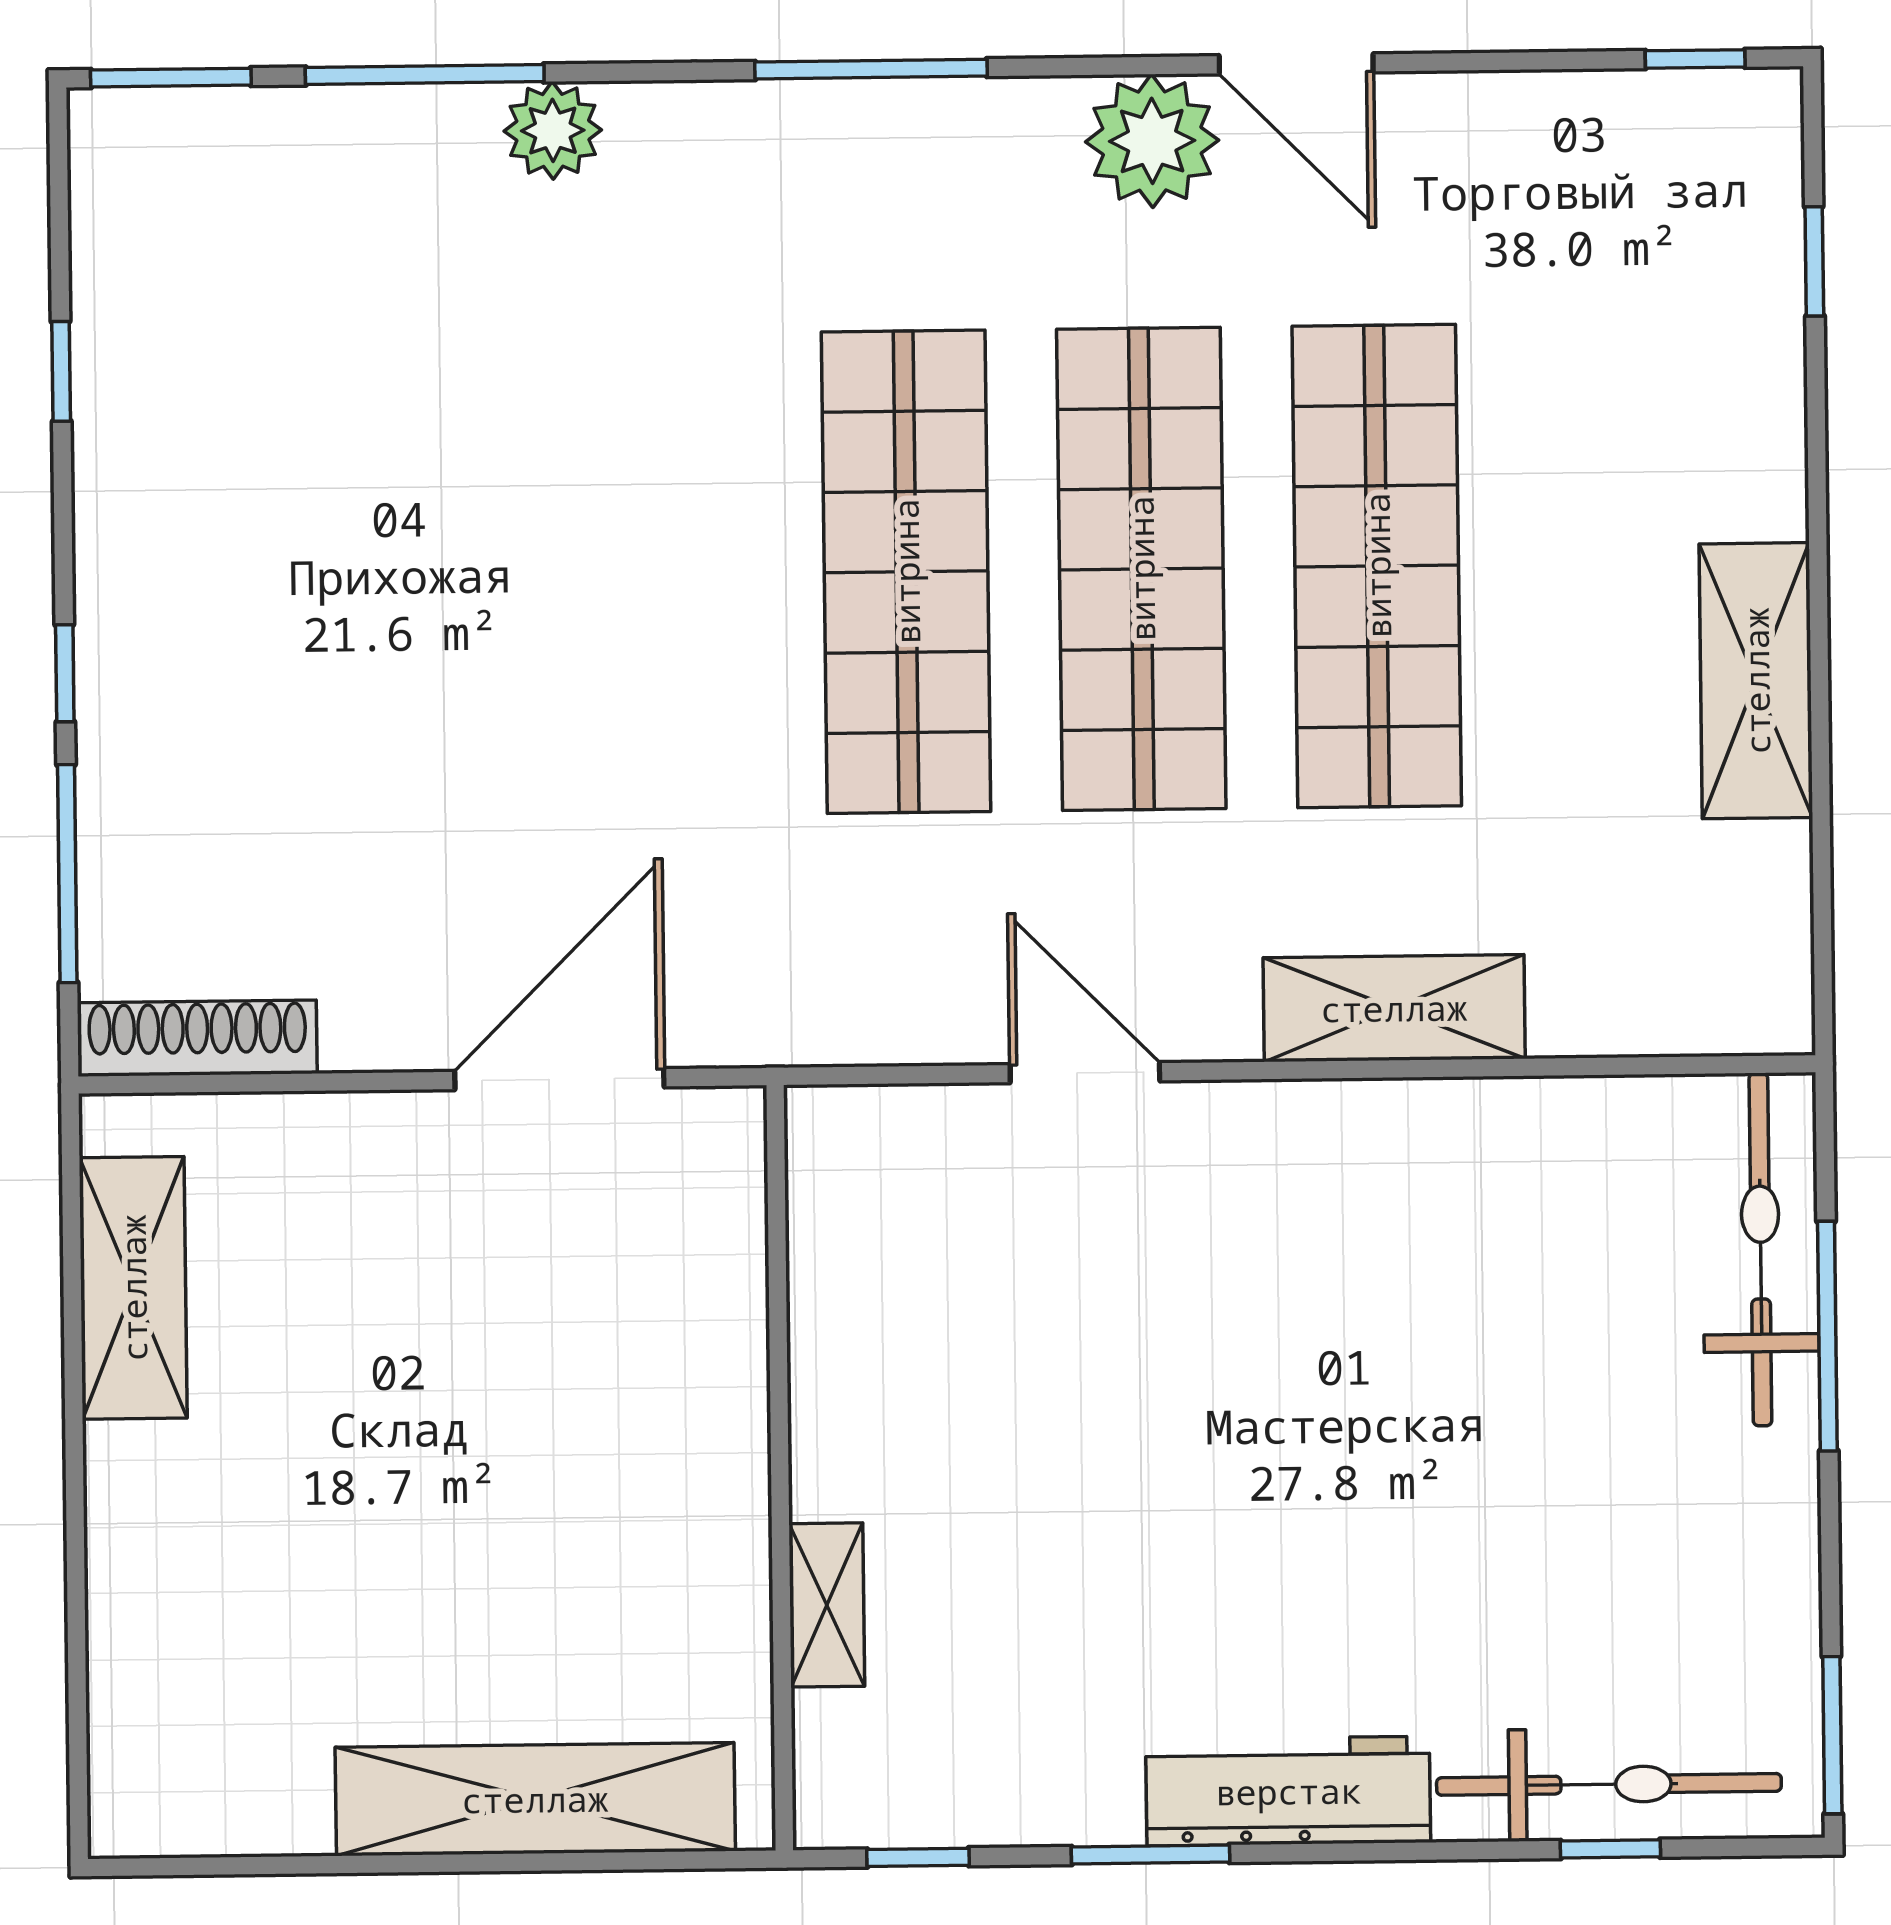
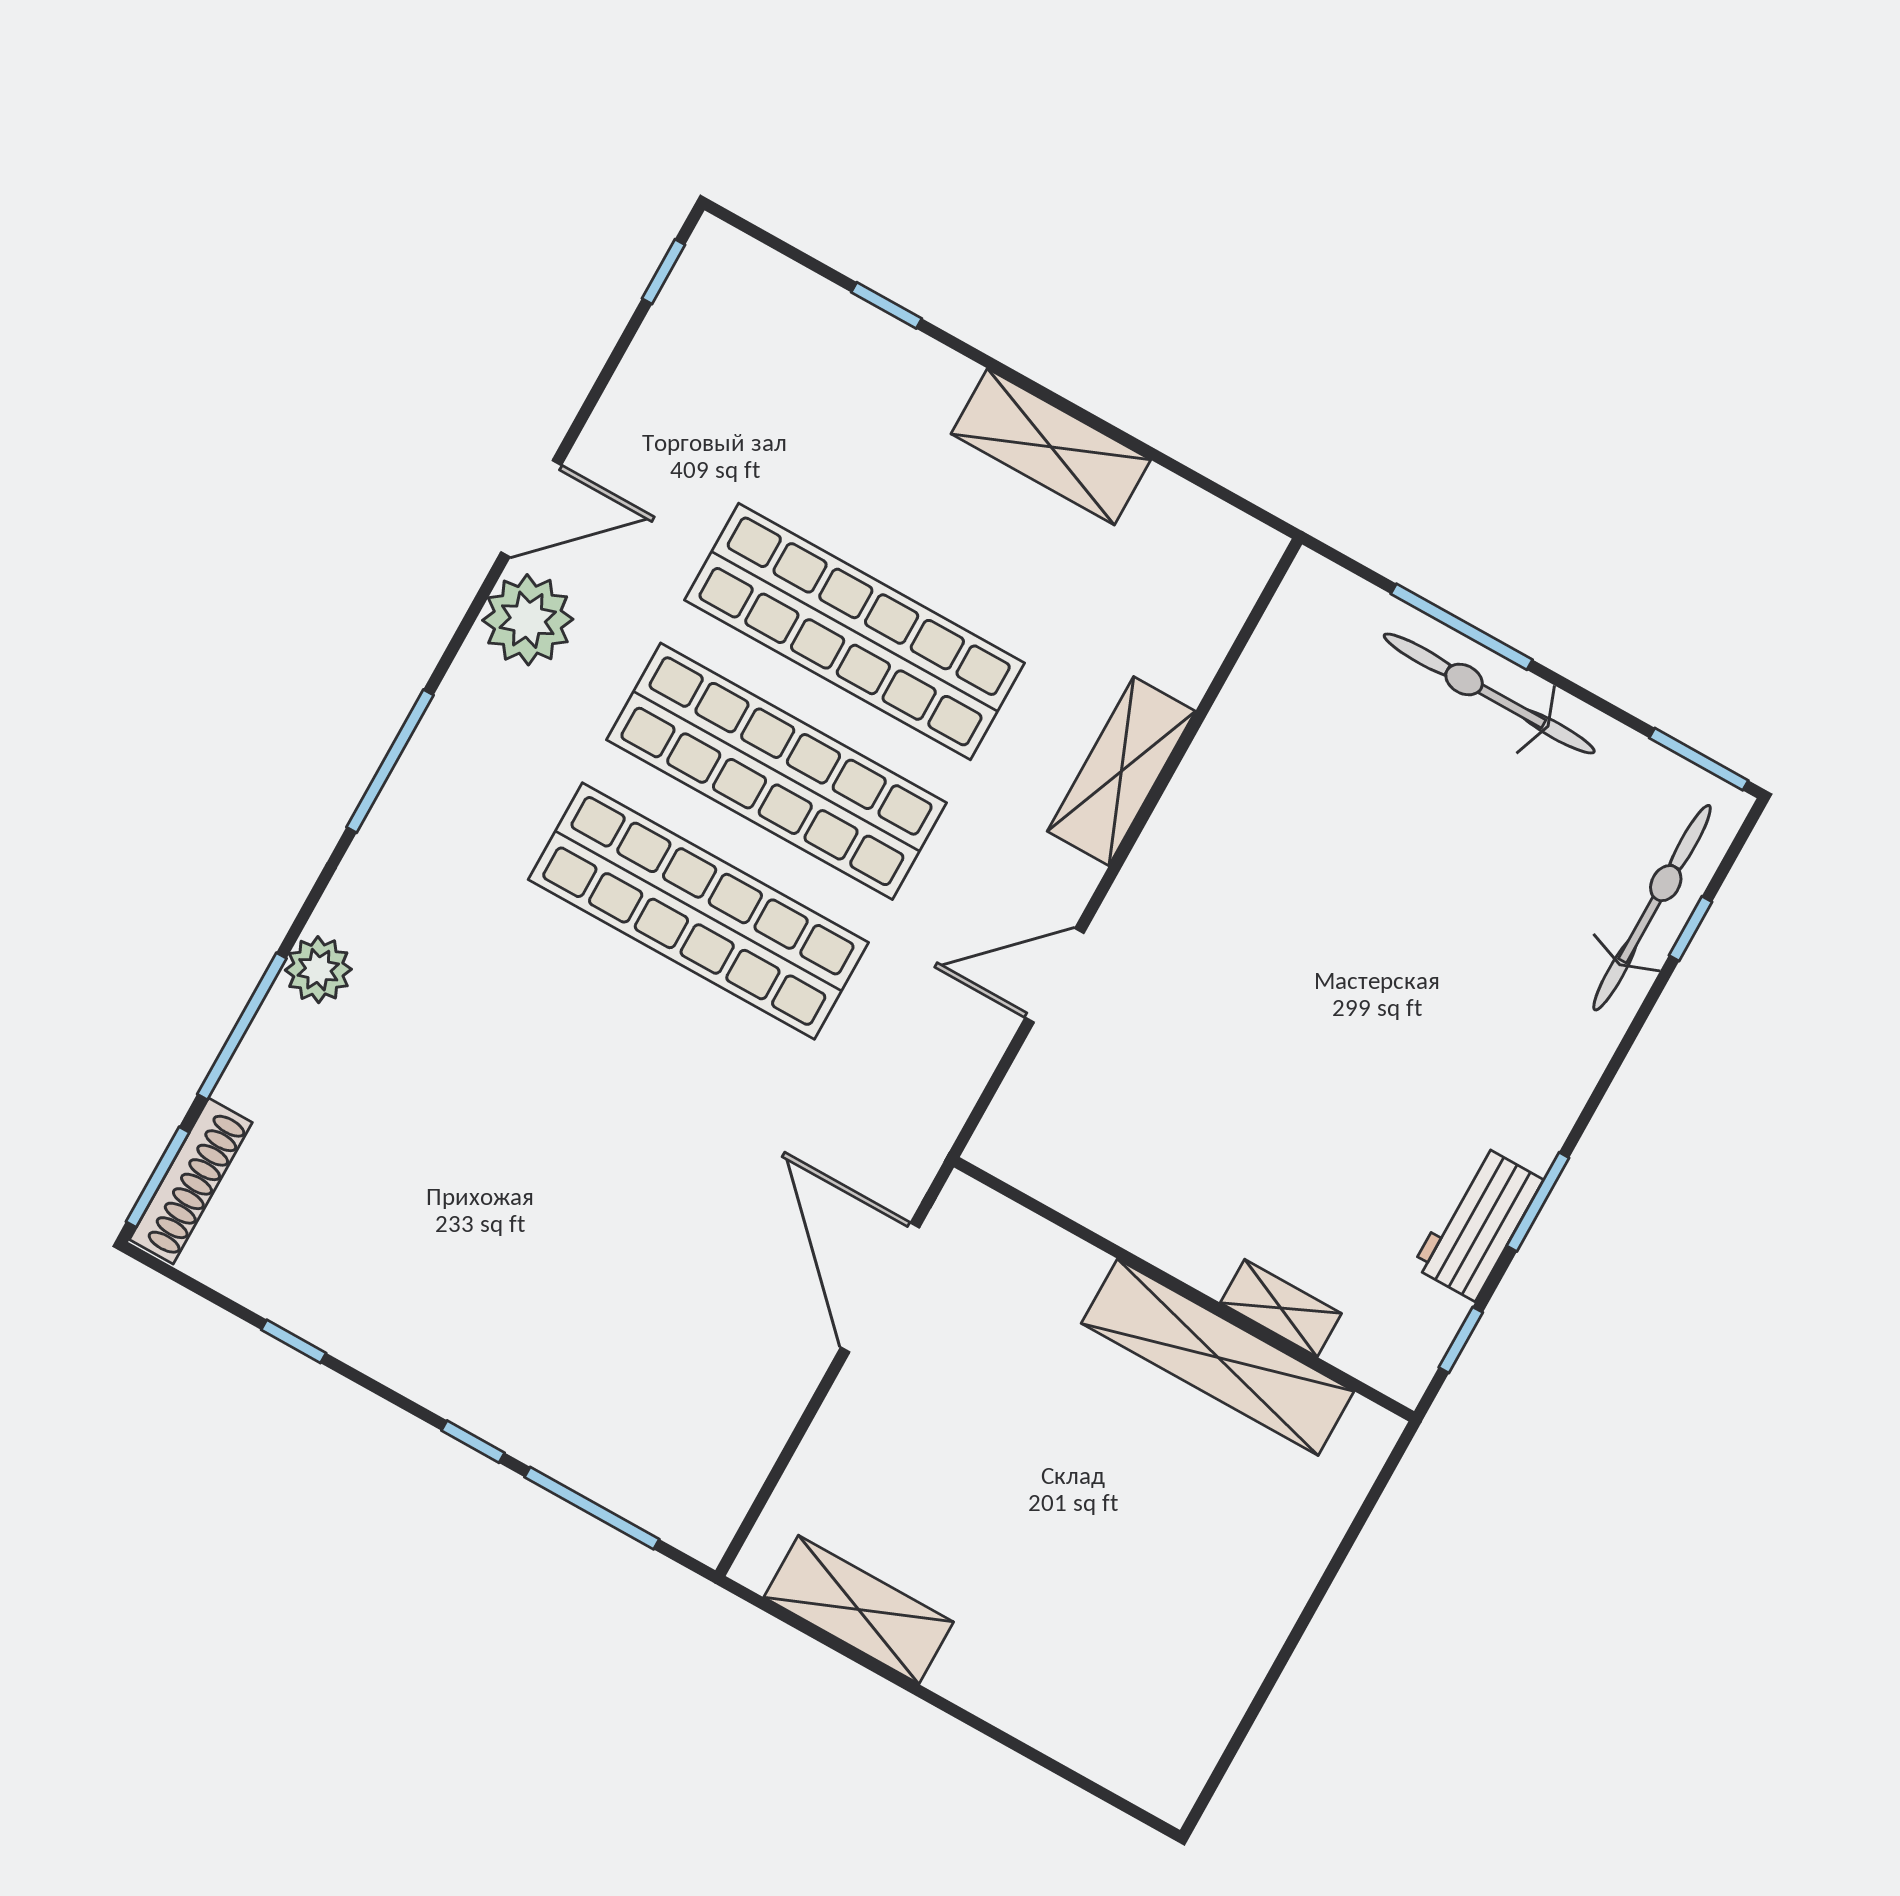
window: (1814, 261) -> (887, 305), moved
shoe rack: (197, 1038) -> (191, 1181), moved, turned 180
bicycle: (1760, 1249) -> (1489, 694), moved
workbench: (1288, 1791) -> (1478, 1223), moved, width x0.73
shelving: (535, 1799) -> (1218, 1357), moved, turned 90

